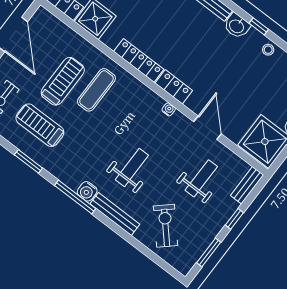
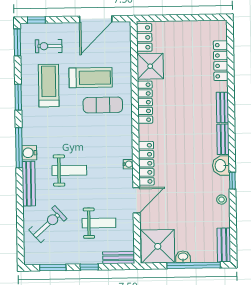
locker: (139, 60) -> (145, 102), moved
locker: (174, 87) -> (146, 163), width x1.53

